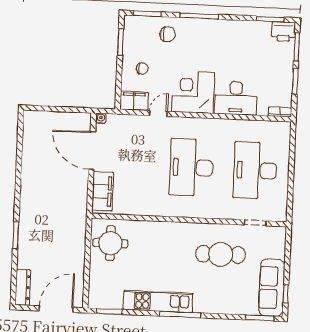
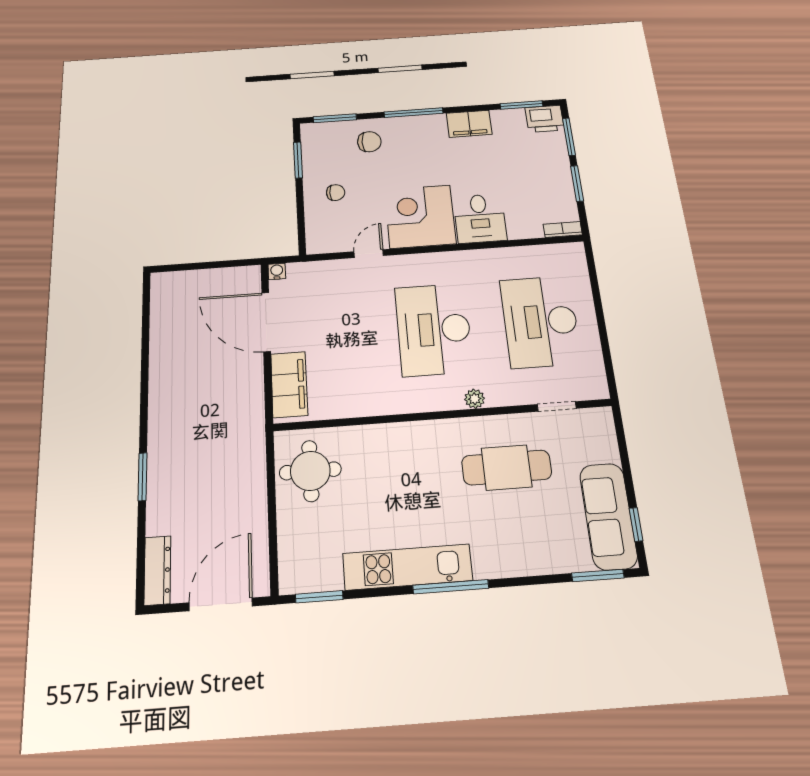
desk: (236, 98) -> (480, 218), width x0.73
filing cabinet: (134, 101) -> (469, 124), moved, turned 180
plant: (209, 213) -> (475, 399), added

